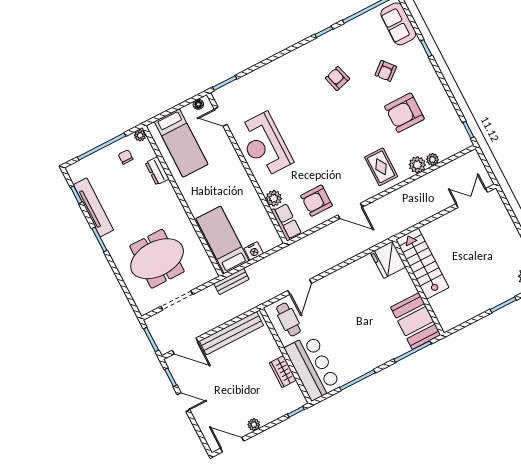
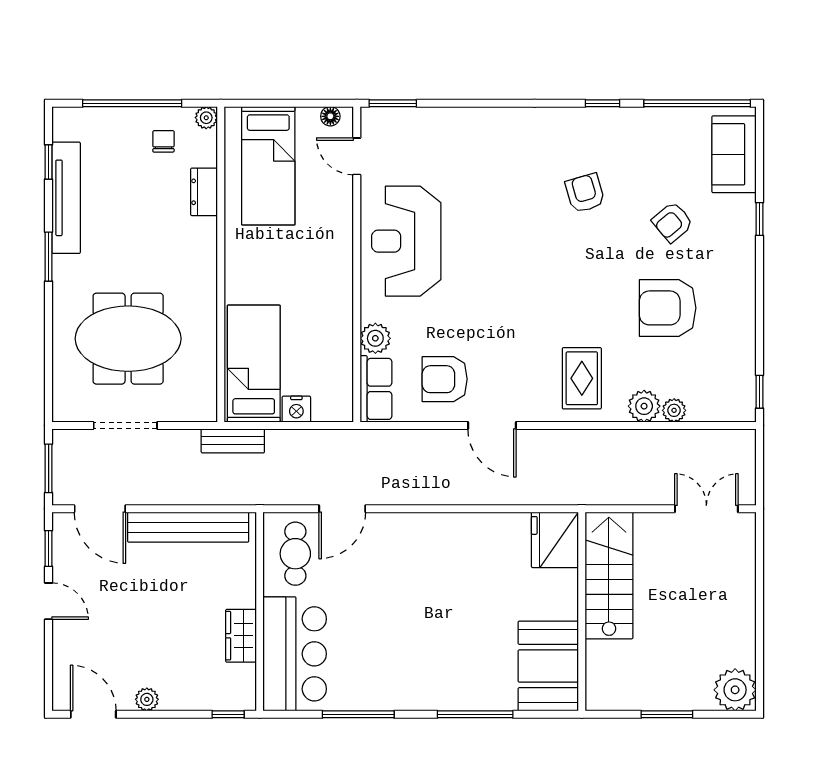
fridge: (388, 260) -> (555, 540), moved
stairs: (422, 263) -> (609, 575), moved
wall: (418, 287) -> (582, 612), moved
booth: (416, 321) -> (548, 666), moved

